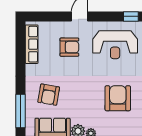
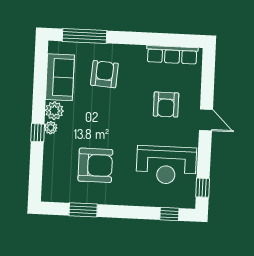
reception desk: (115, 45) -> (166, 165), turned -90
armchair: (49, 95) -> (104, 74), turned 84

